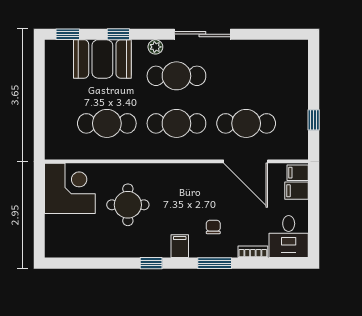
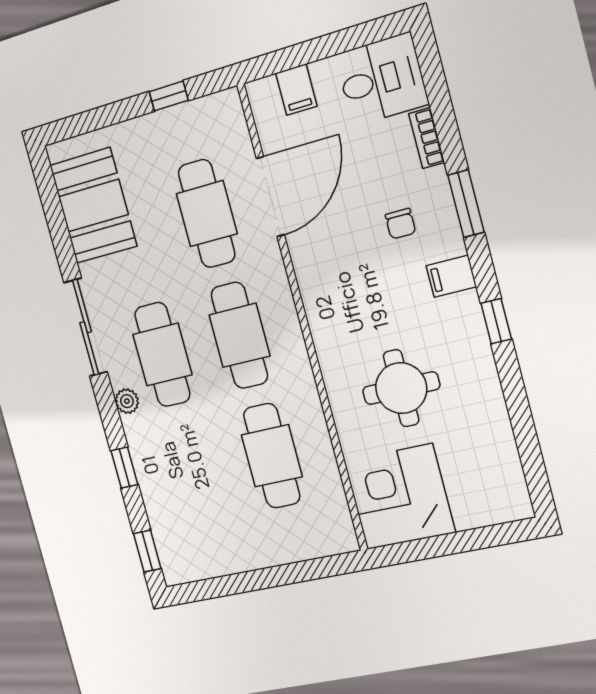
booth: (102, 59) -> (93, 206), moved
filing cabinet: (298, 173) -> (265, 97), removed
chair: (213, 227) -> (400, 224), turned -90

